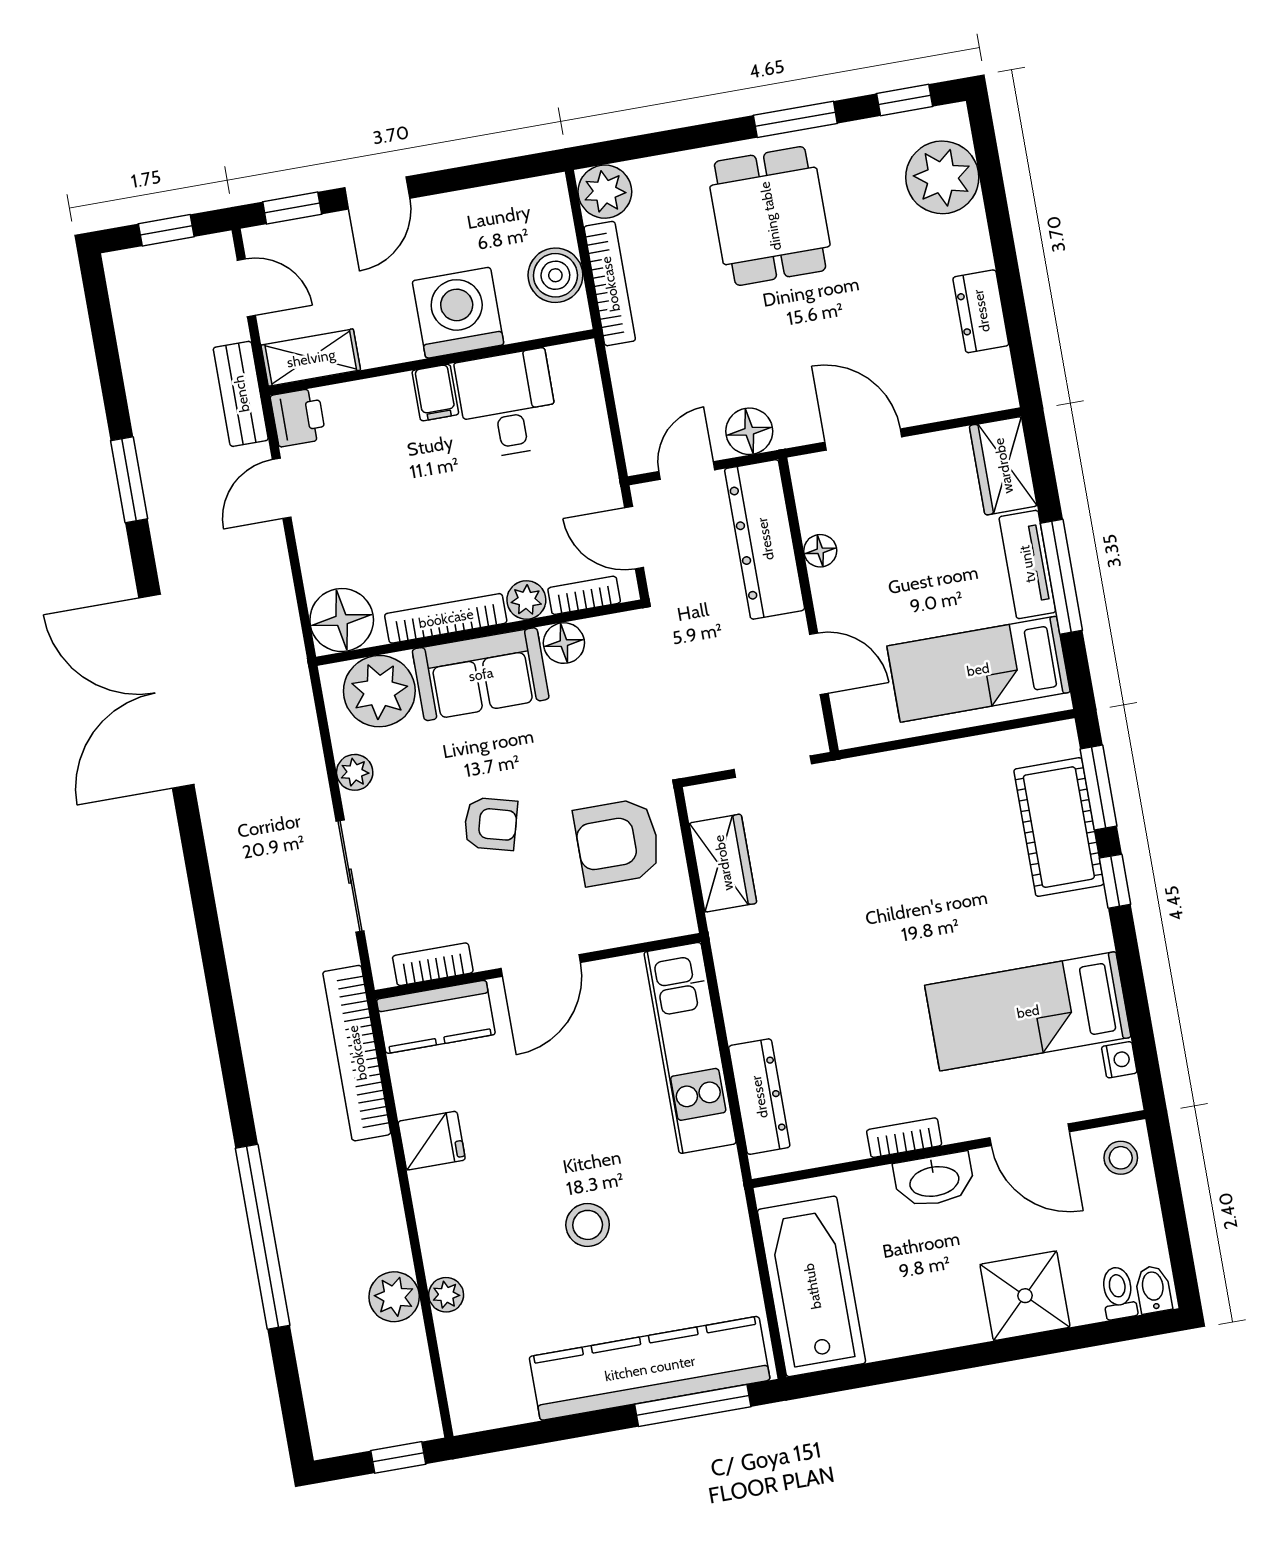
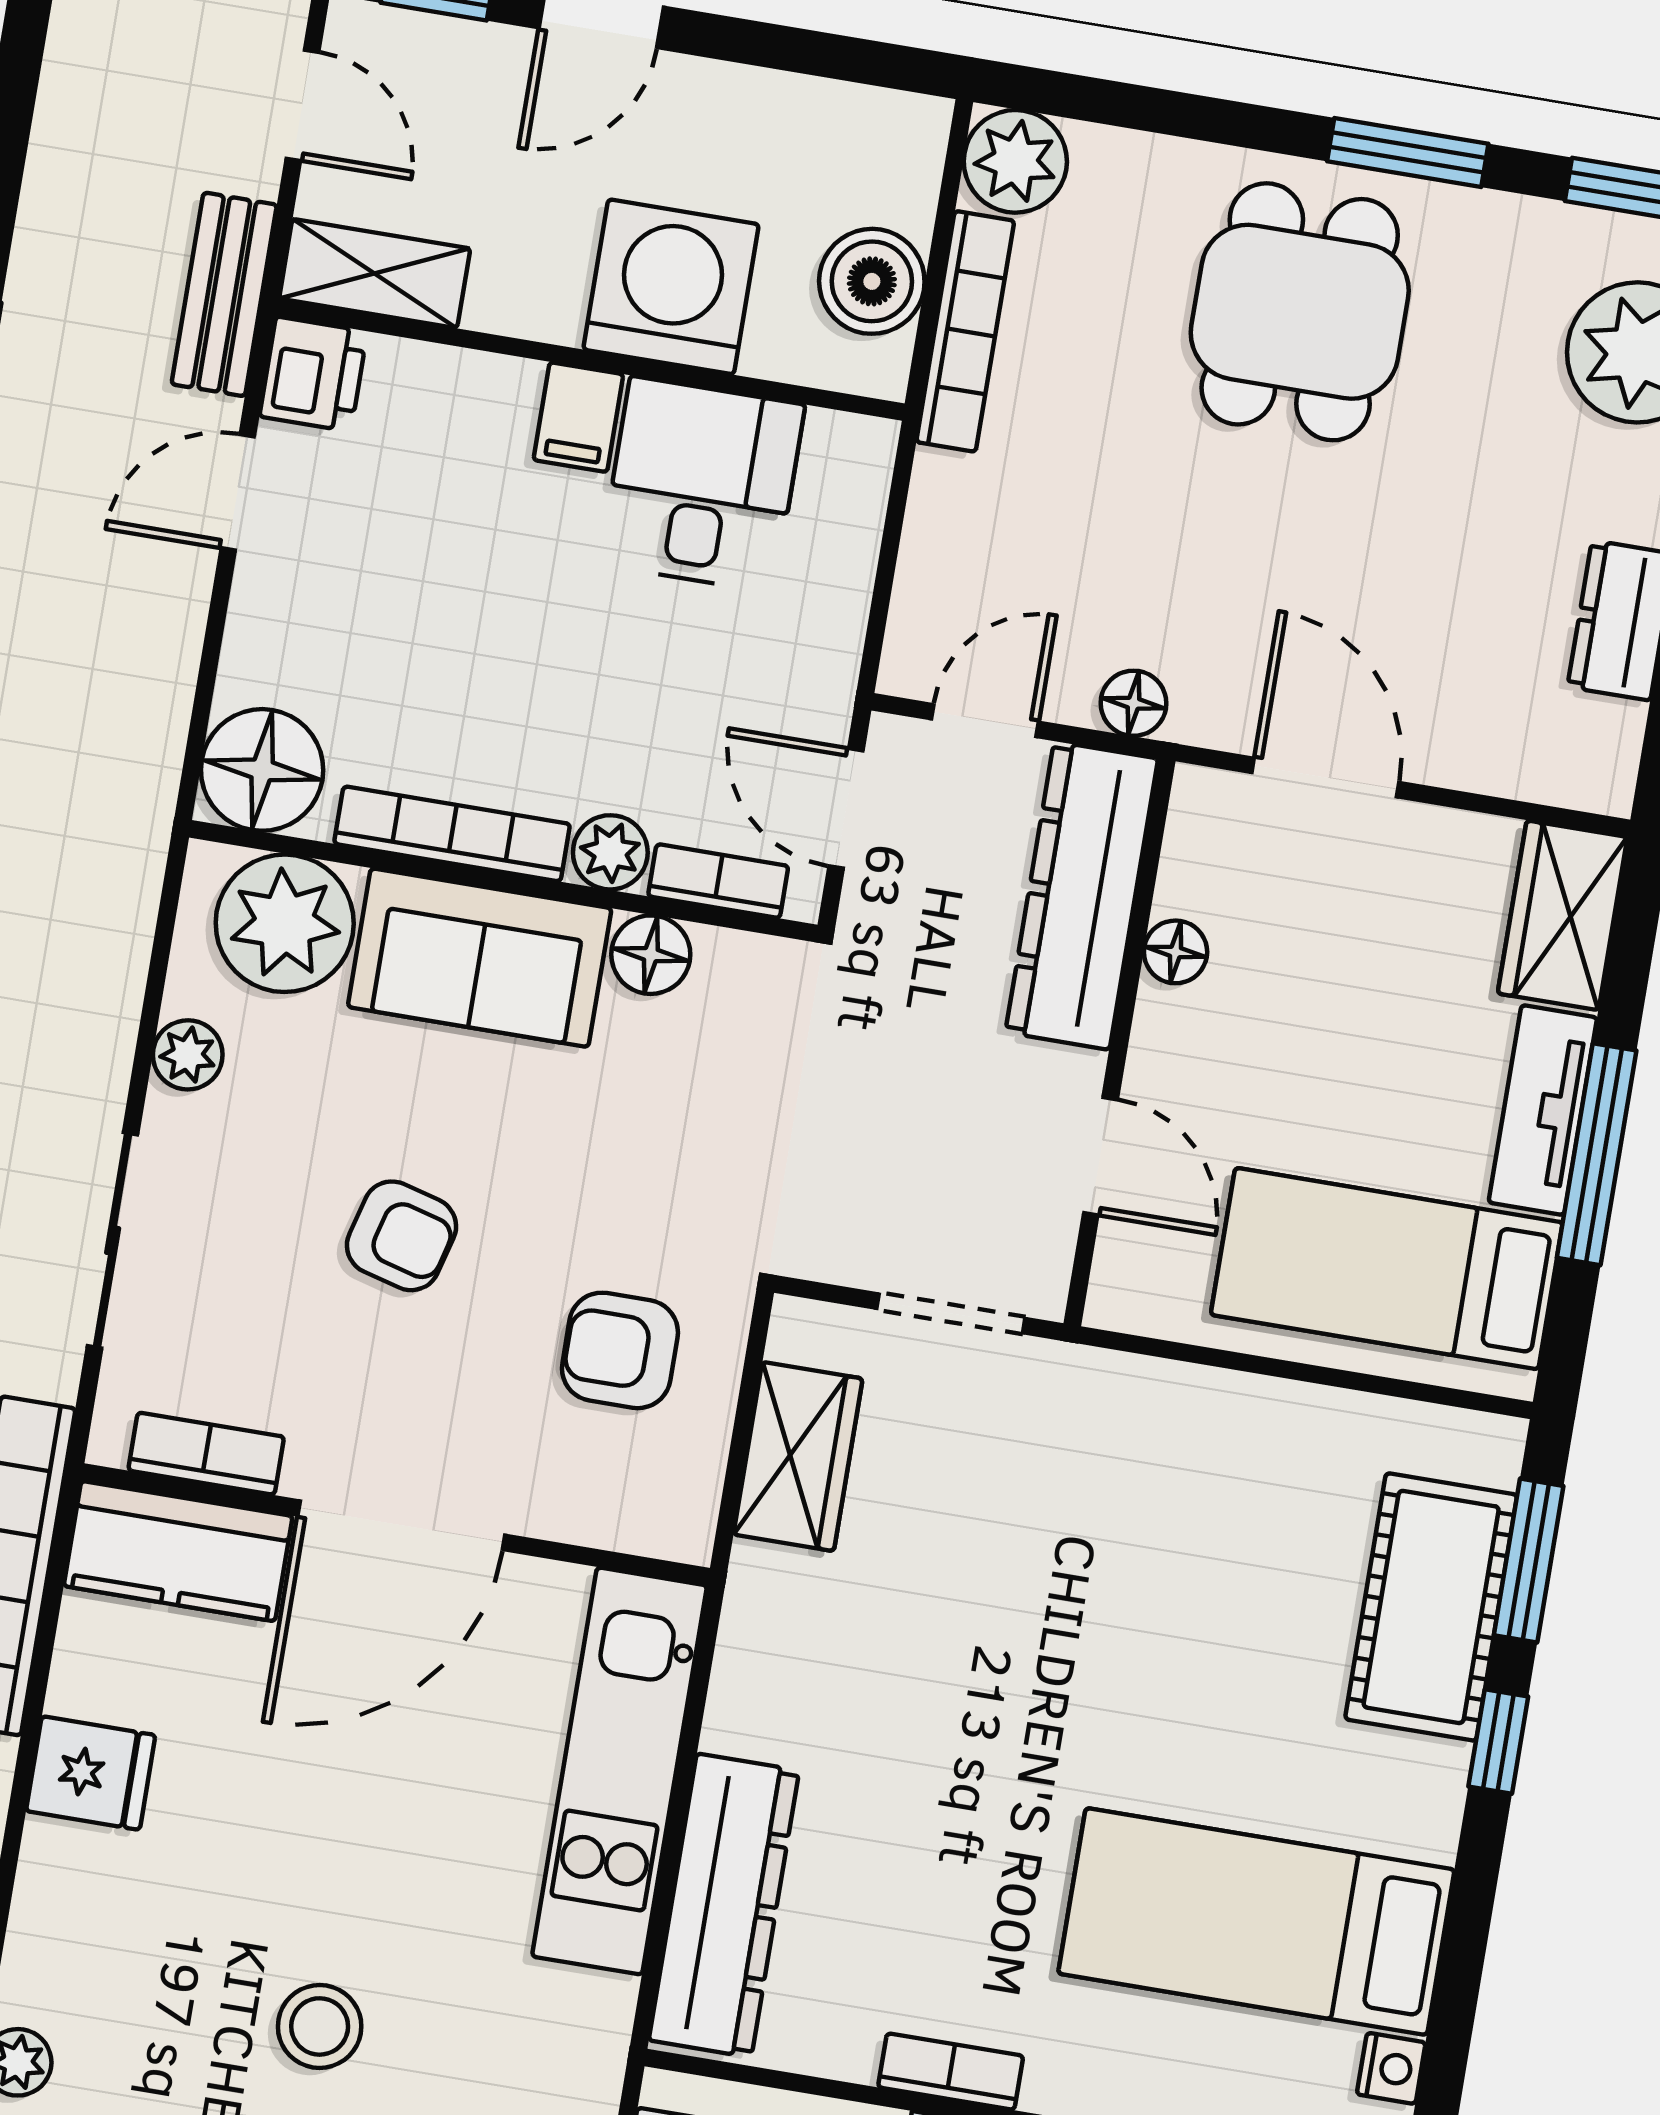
floor lamp: (749, 431) -> (1133, 703), width x0.73, depth x0.73
armchair: (617, 842) -> (620, 1350), width x0.72, depth x0.72
door: (541, 965) -> (401, 1525), width x1.36
dresser: (759, 1097) -> (724, 1905), width x1.37, depth x1.24

